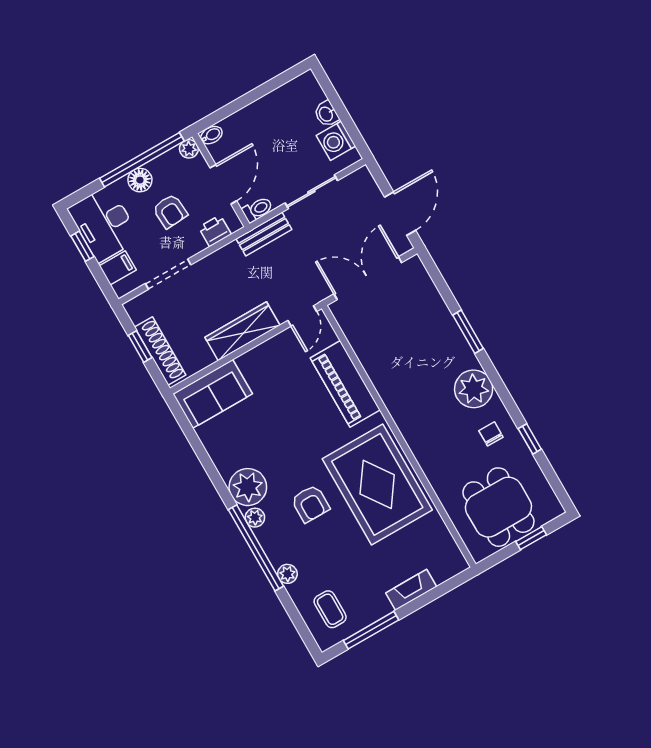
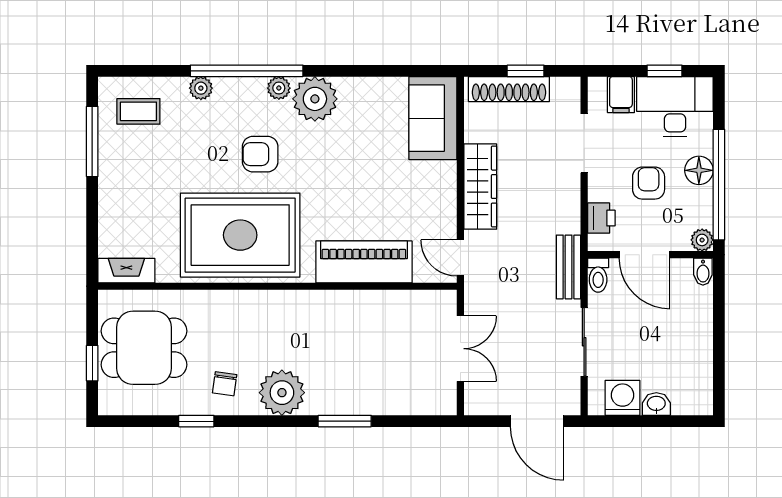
armchair: (170, 211) -> (649, 183), turned 94
door: (400, 214) -> (537, 421), moved
double door: (368, 278) -> (460, 349), width x0.73
chair: (491, 434) -> (225, 384), turned 98
fireplace: (411, 590) -> (126, 271), moved, turned -90

